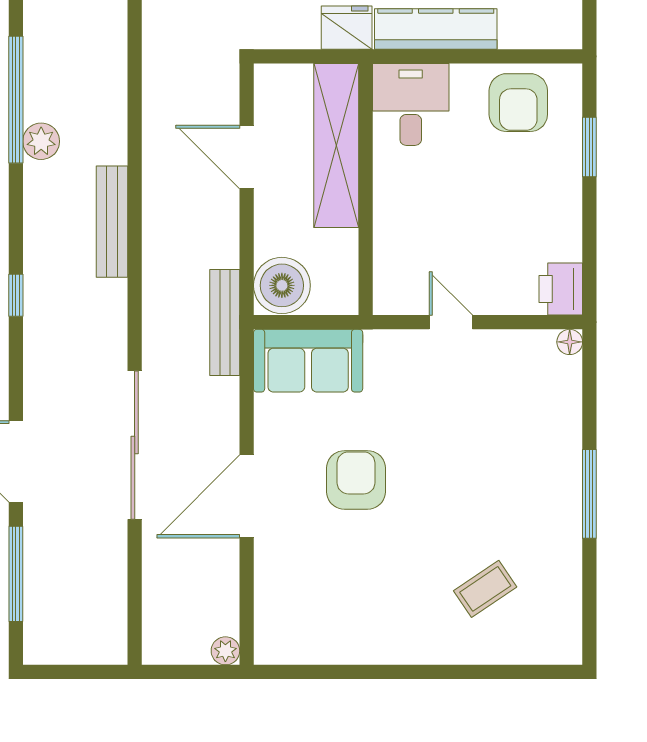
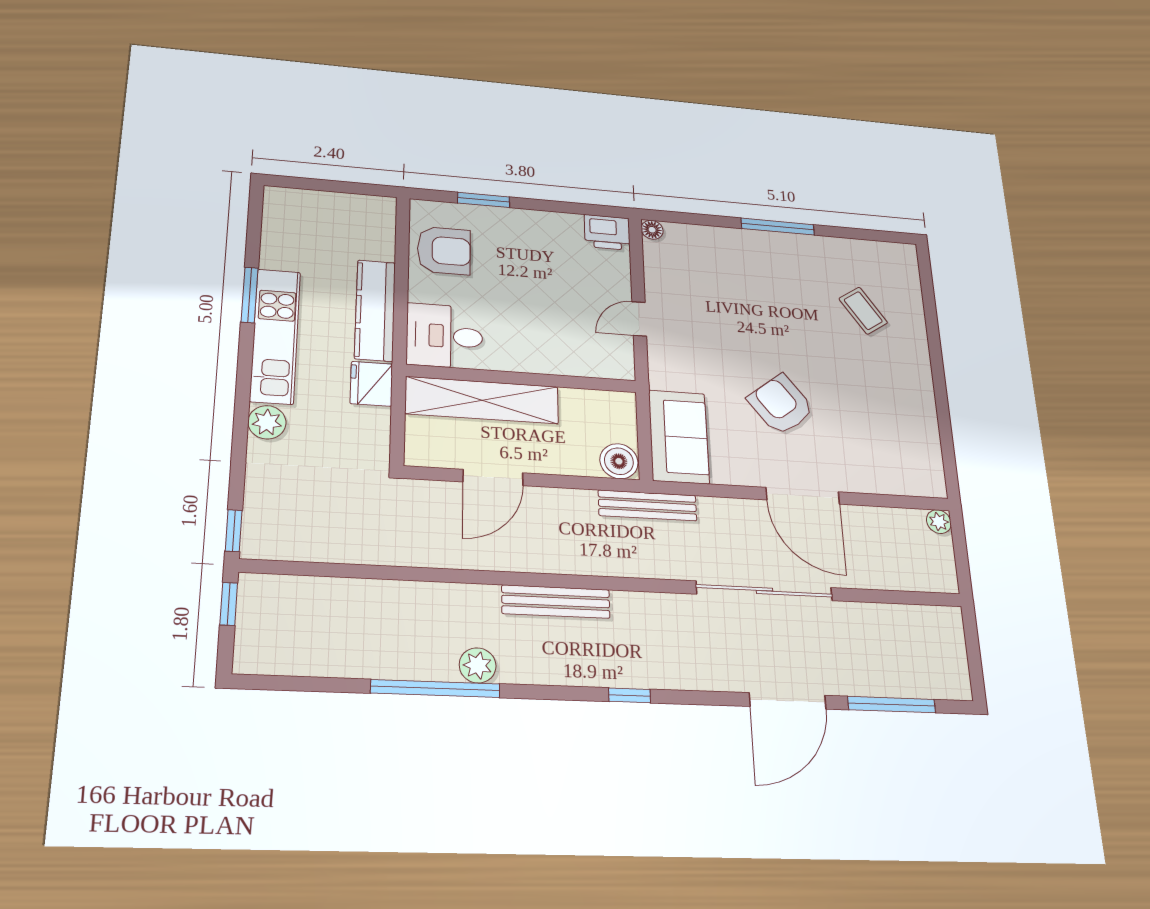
boiler: (282, 285) -> (619, 461), width x0.73, depth x0.73
armchair: (356, 480) -> (781, 405), turned 52

